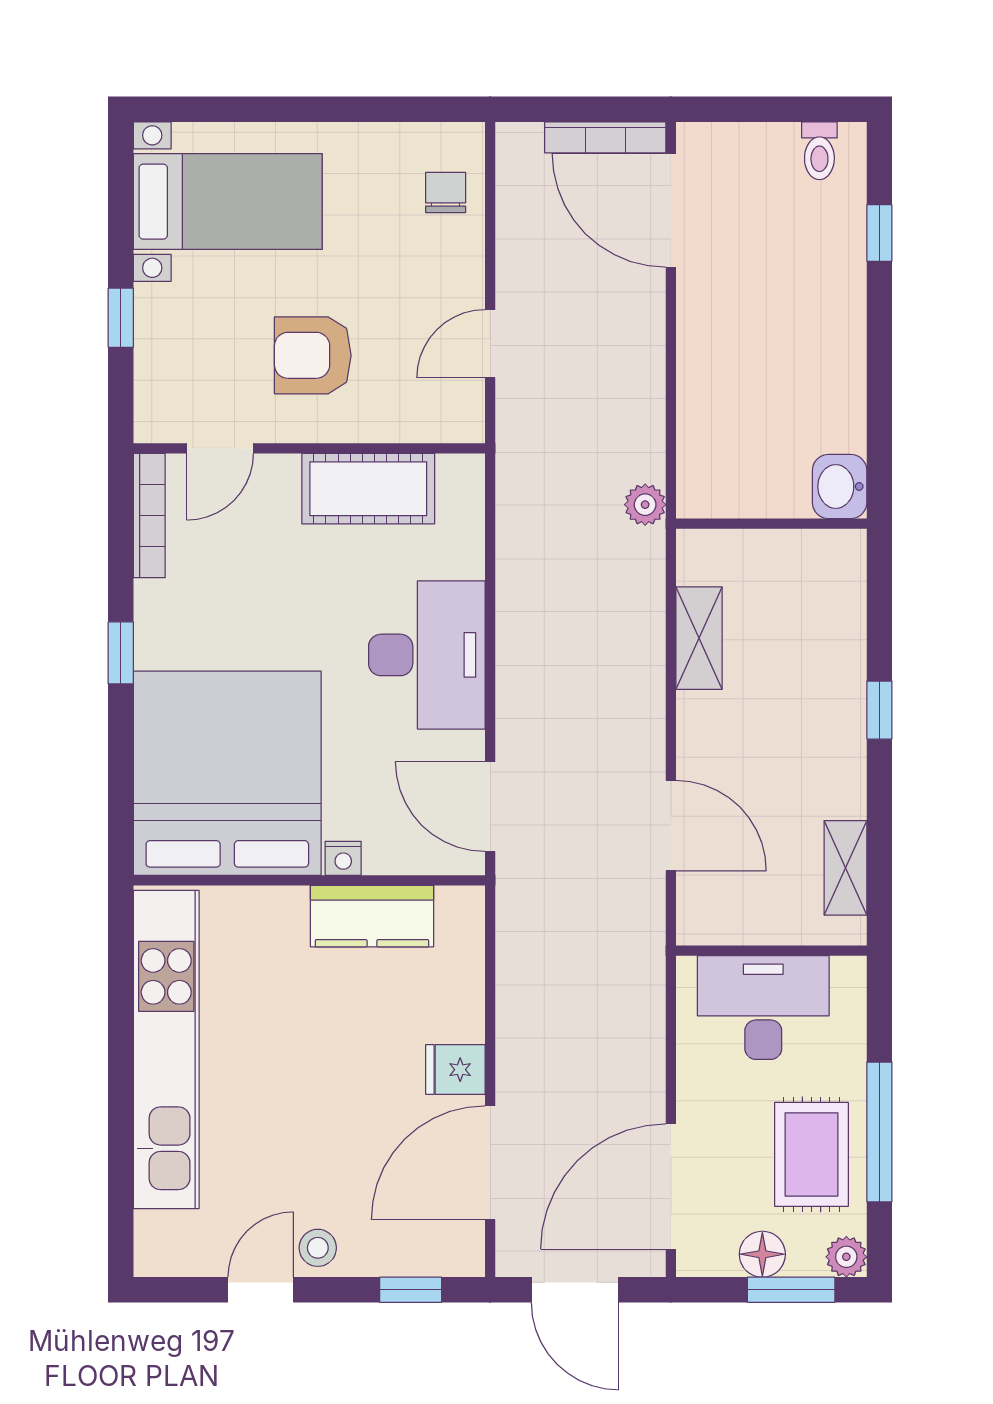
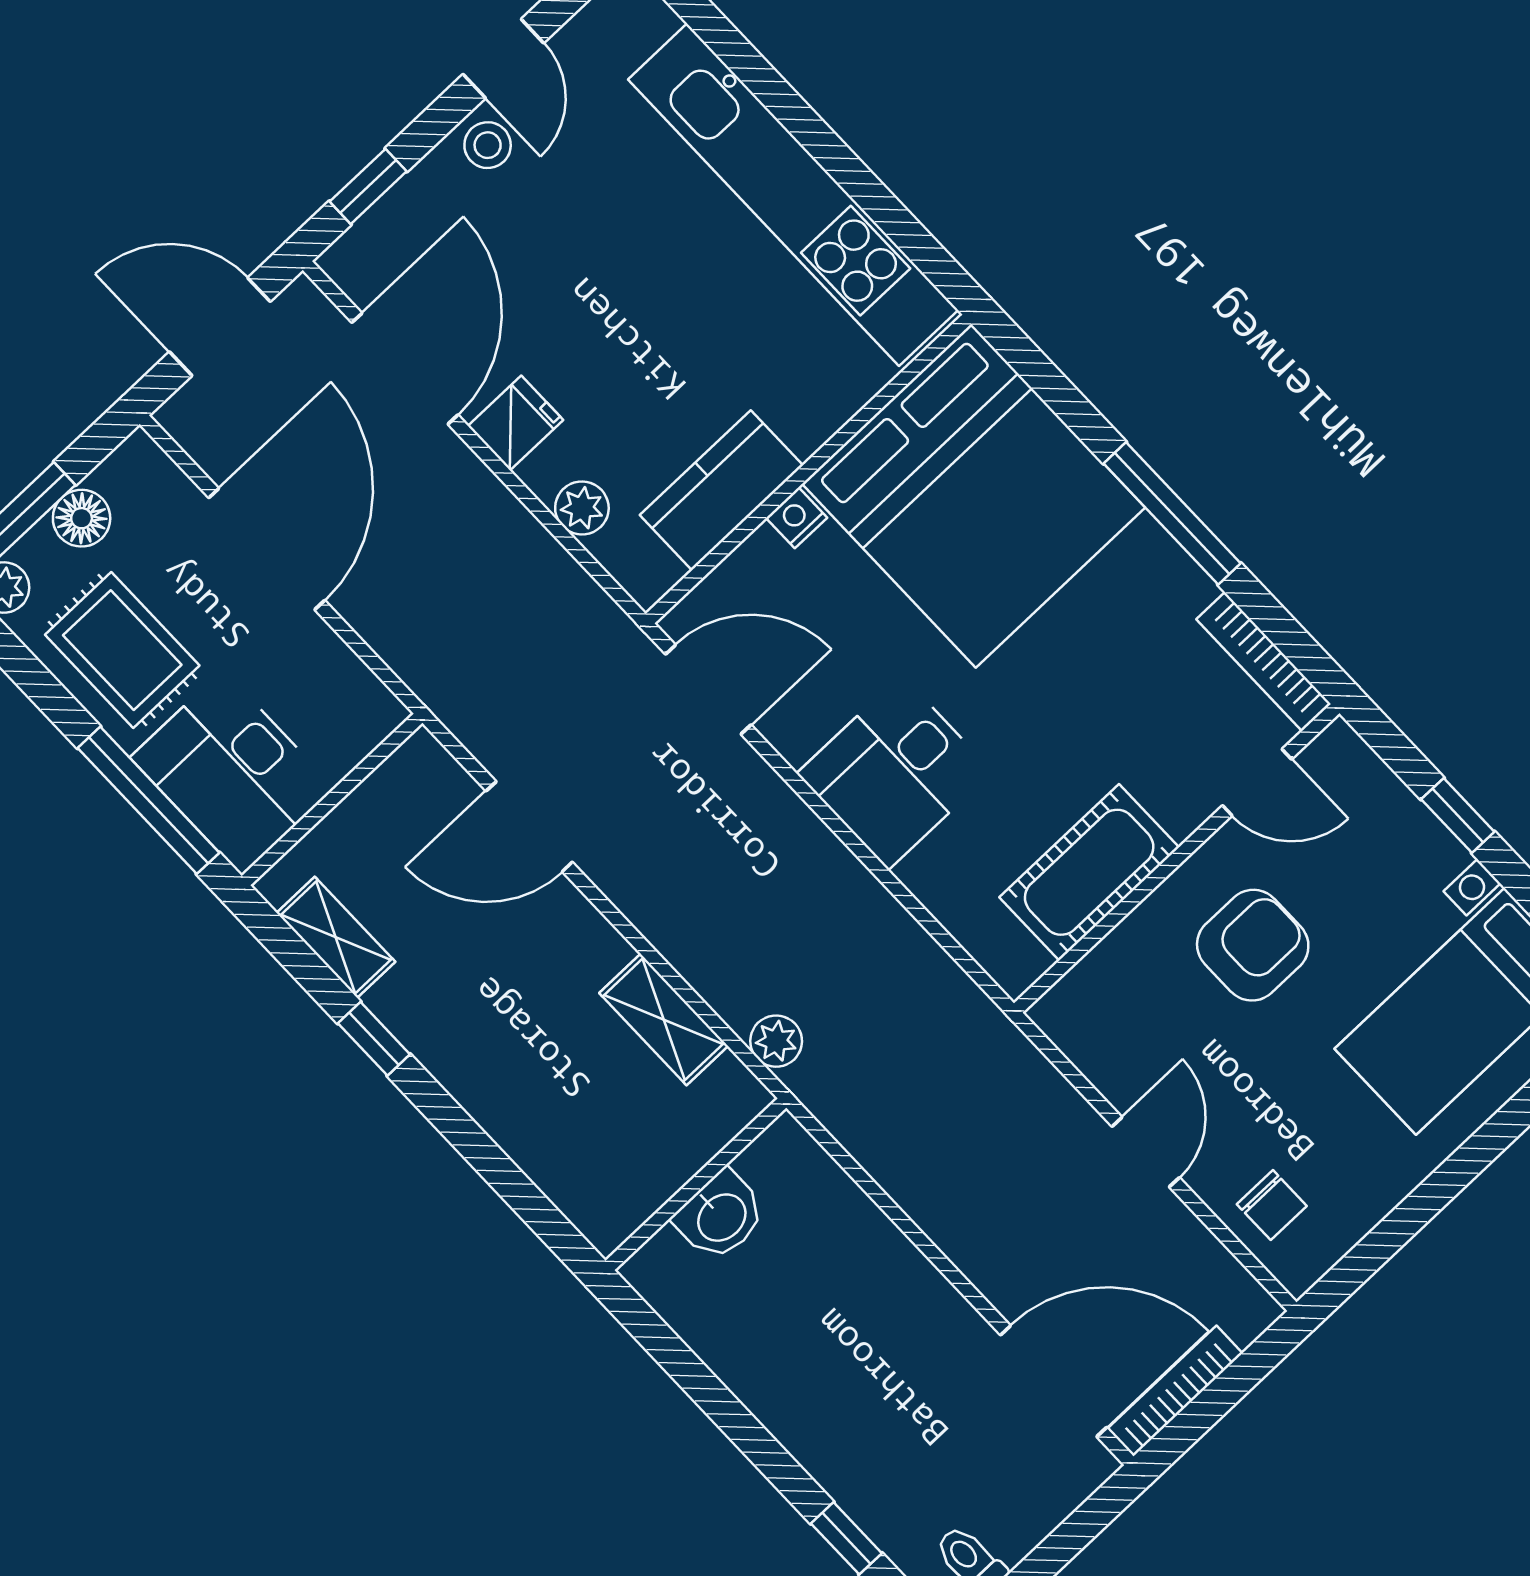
door: (490, 344) -> (1146, 1152), moved
door: (220, 448) -> (1257, 782), swing flipped
washbasin: (840, 486) -> (720, 1216), moved, turned 90
plant: (645, 505) -> (776, 1041), moved
window: (121, 653) -> (1172, 513), width x2.17
desk: (427, 655) -> (895, 772), width x0.73
window: (879, 710) -> (374, 1039), moved
plant: (464, 983) -> (582, 508), added
desk: (763, 1008) -> (232, 773), moved, turned 90
window: (879, 1132) -> (148, 800), moved
door: (671, 1187) -> (267, 549), moved

